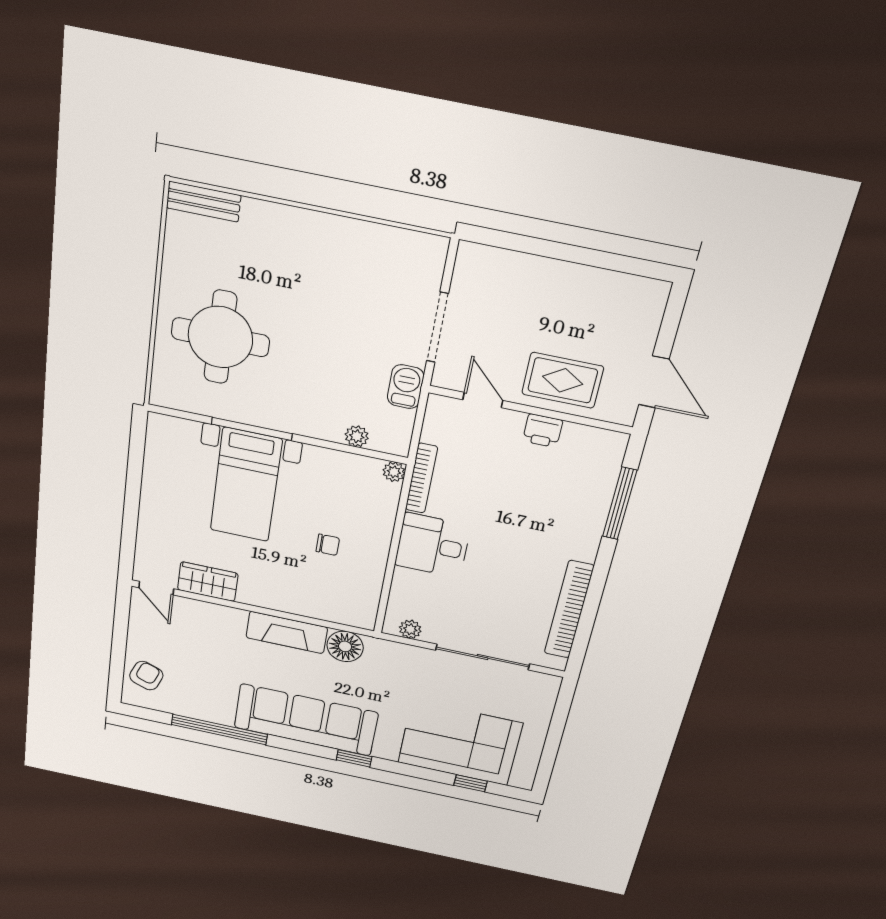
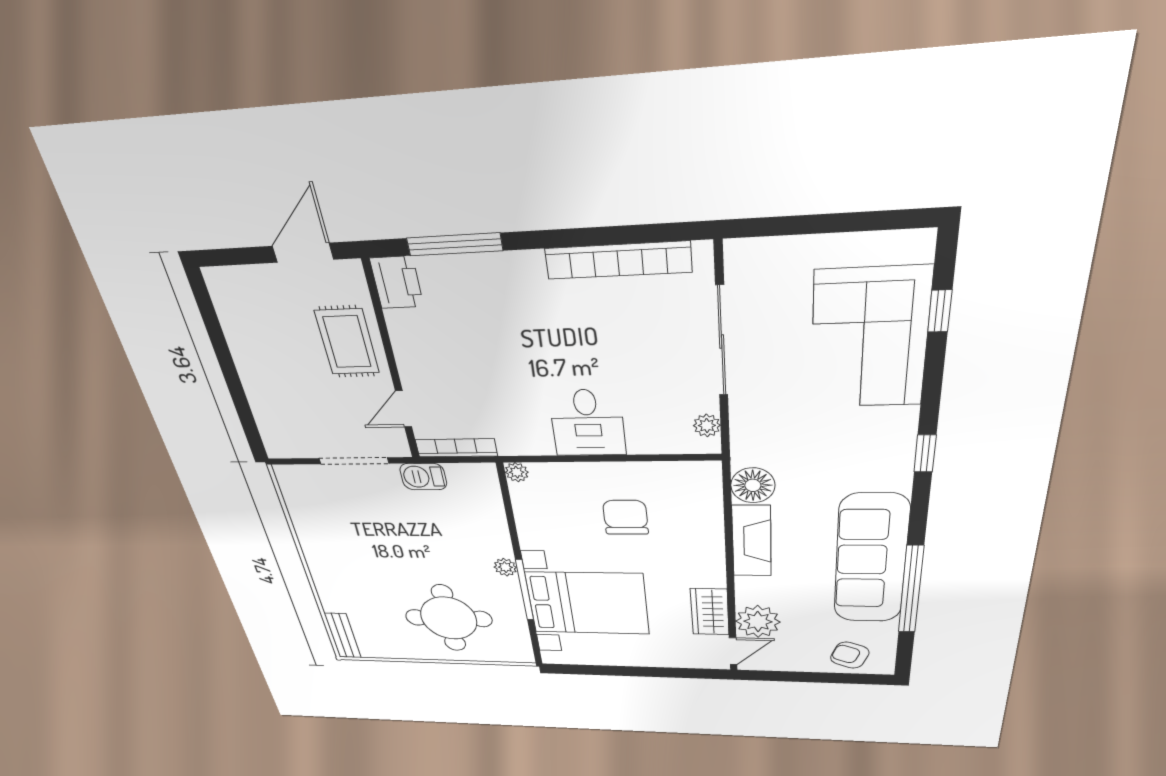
printer: (543, 431) -> (397, 282), moved, width x1.36, depth x1.24
plant: (357, 436) -> (505, 567), moved
bookcase: (421, 478) -> (456, 448), moved
bed with nightstands: (246, 485) -> (587, 603), width x1.36
chair: (328, 545) -> (626, 517), width x1.87, depth x1.87
plant: (192, 616) -> (758, 622), added
sofa: (306, 720) -> (871, 560), moved

